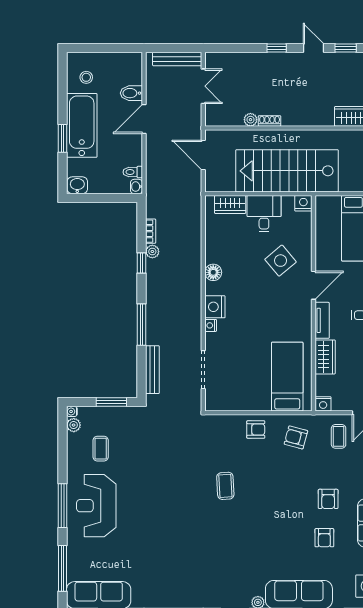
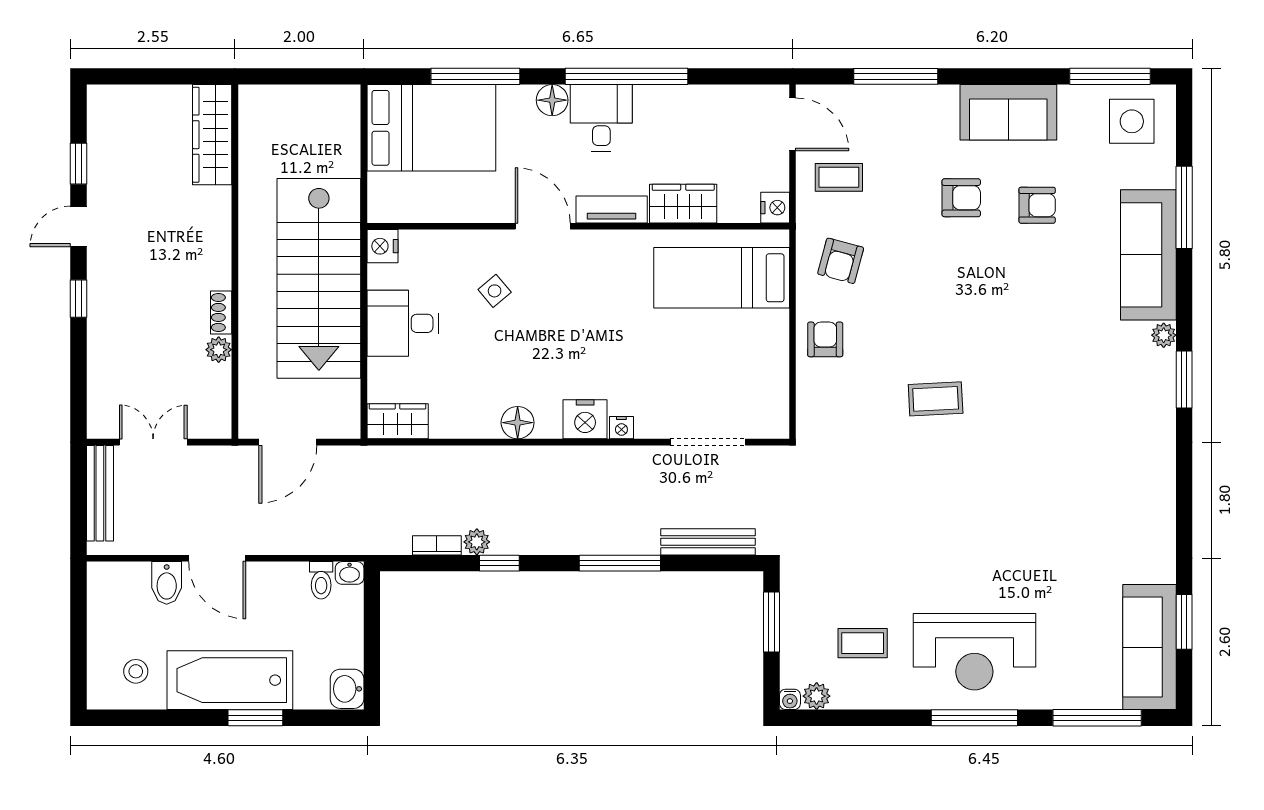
wardrobe: (230, 204) -> (398, 421), moved, turned -90
side table: (281, 261) -> (495, 291), width x0.54, depth x0.54

